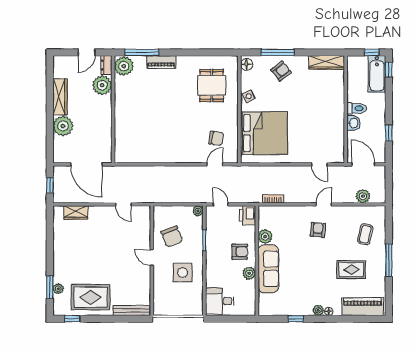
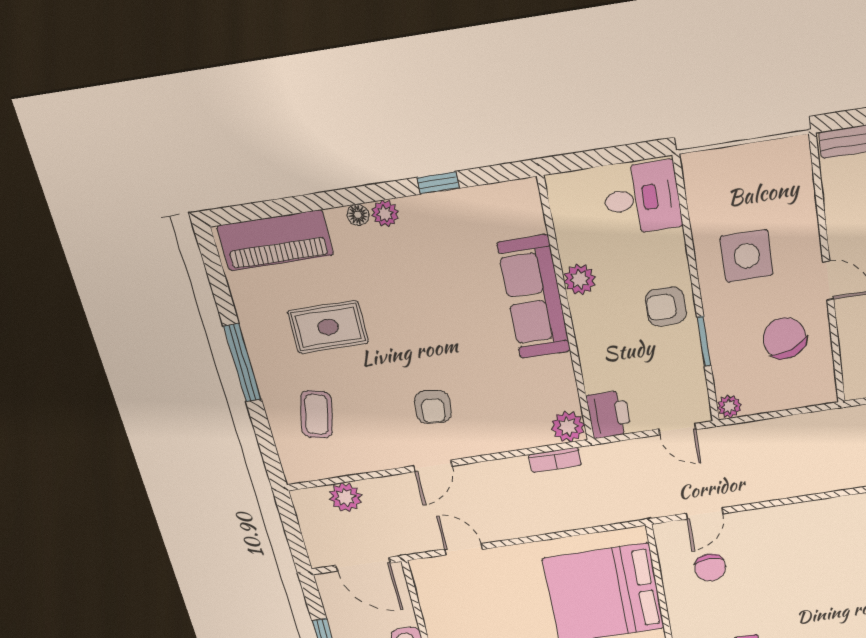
chair: (216, 138) -> (710, 567), turned -98
plant: (265, 237) -> (568, 427), moved
armchair: (240, 252) -> (666, 306), moved

